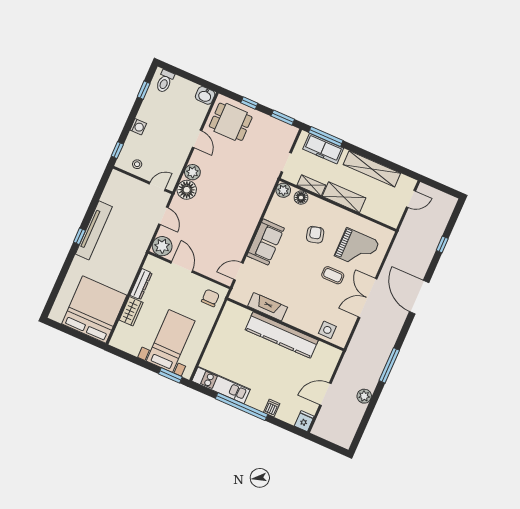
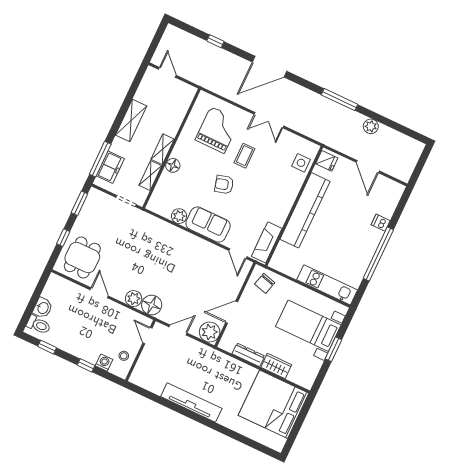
washbasin: (205, 95) -> (43, 308), moved
washing machine: (138, 127) -> (104, 363), moved
door: (197, 139) -> (99, 293), hinge flipped
freezer: (323, 149) -> (110, 167), width x0.71
window: (117, 150) -> (86, 365), moved
shelving: (372, 169) -> (131, 121), width x0.68
plant: (283, 190) -> (179, 216), moved
shelving: (344, 197) -> (163, 149), width x0.67, depth x0.75
floor lamp: (301, 198) -> (173, 165), moved
armchair: (315, 235) -> (224, 185), moved
window: (79, 236) -> (197, 418), removed
chair: (210, 298) -> (265, 283), turned -75
double door: (368, 298) -> (269, 120), width x0.73
fireplace: (268, 307) -> (267, 242), moved
window: (170, 375) -> (333, 349), moved
kitchen unit: (221, 385) -> (327, 285), moved, turned 90
fridge: (304, 421) -> (327, 161), moved, turned 180

